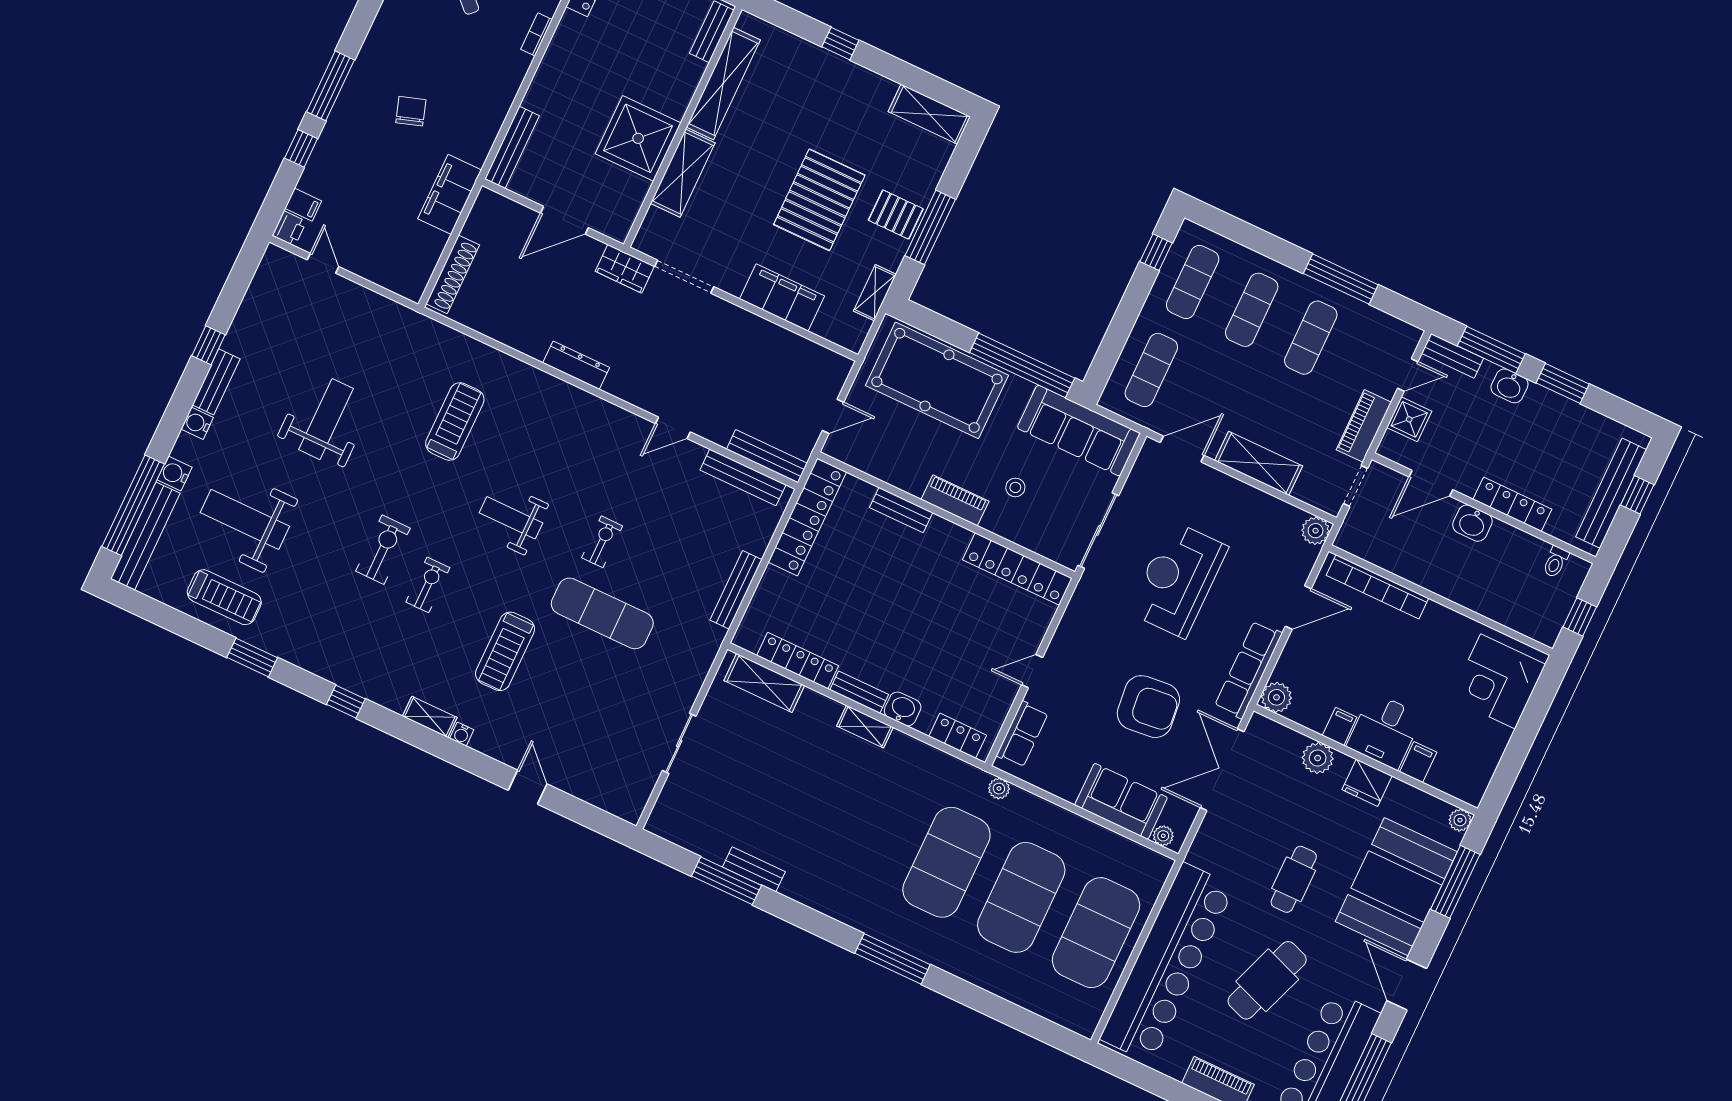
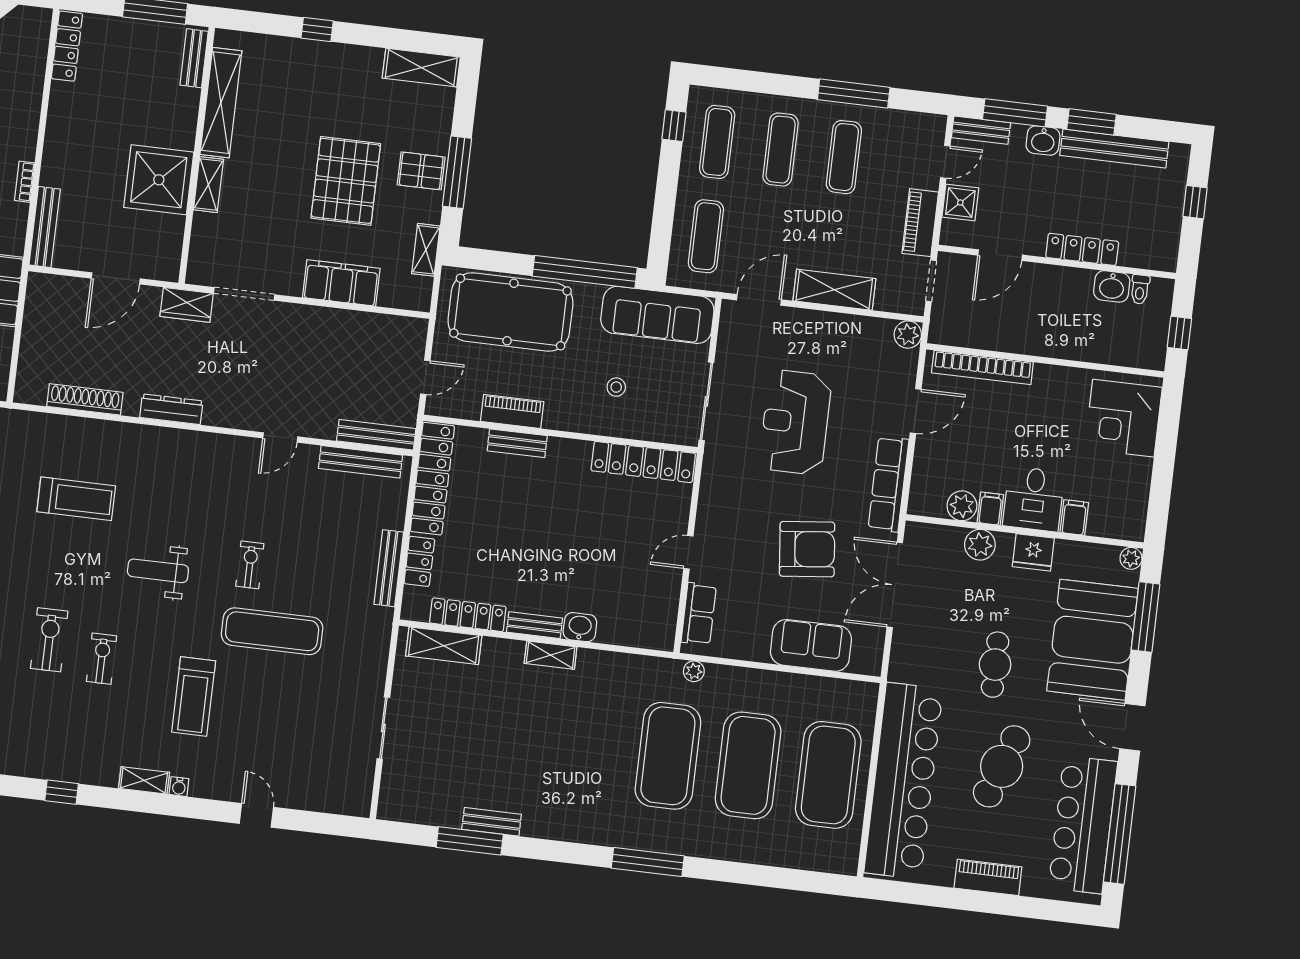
bookcase: (537, 34) -> (25, 182), moved
shelving: (683, 173) -> (208, 185), width x0.67, depth x0.75
shoe rack: (453, 274) -> (85, 399), moved, turned -90
treadmill: (455, 421) -> (76, 499), turned 90
bench: (1611, 493) -> (1114, 149), moved, turned 90
piano: (955, 500) -> (512, 411), moved
washbasin: (1472, 523) -> (1112, 286), moved
plant: (1276, 697) -> (962, 506), moved
locker: (958, 736) -> (419, 561), moved, turned 90
plant: (1163, 836) -> (861, 664), removed

